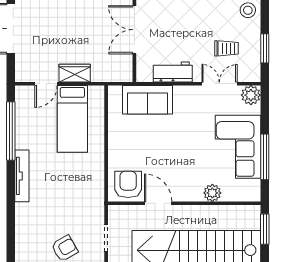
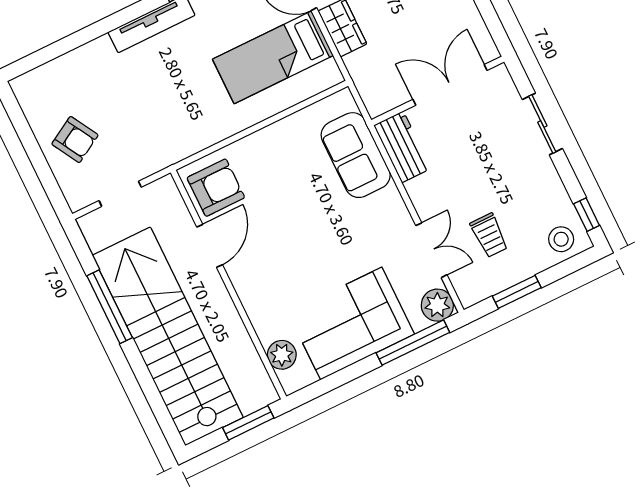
workbench: (173, 72) -> (403, 147), moved
window: (265, 157) -> (413, 343), moved
plant: (212, 193) -> (282, 355), moved

